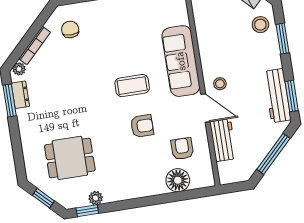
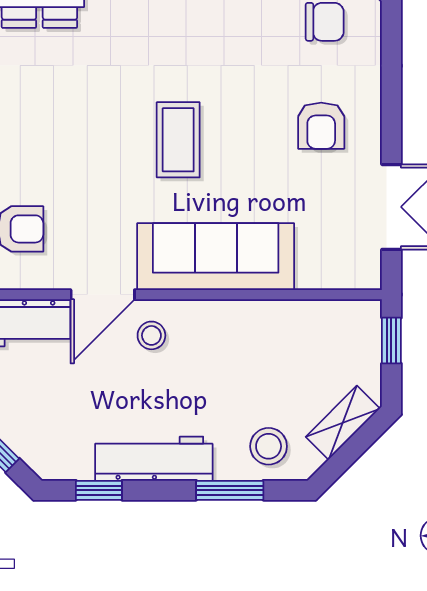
workbench: (277, 96) -> (154, 459), moved
window: (292, 96) -> (99, 490), width x0.67
armchair: (142, 126) -> (321, 126), moved

